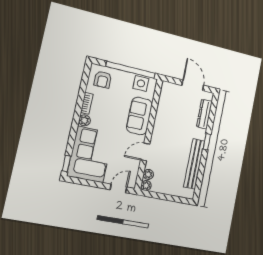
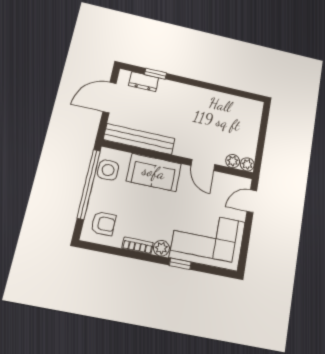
dresser: (204, 114) -> (144, 82), width x0.70
window: (207, 142) -> (156, 74), moved
window: (66, 163) -> (180, 264), moved
bench: (194, 164) -> (139, 139), moved
door: (118, 188) -> (252, 201), hinge flipped

